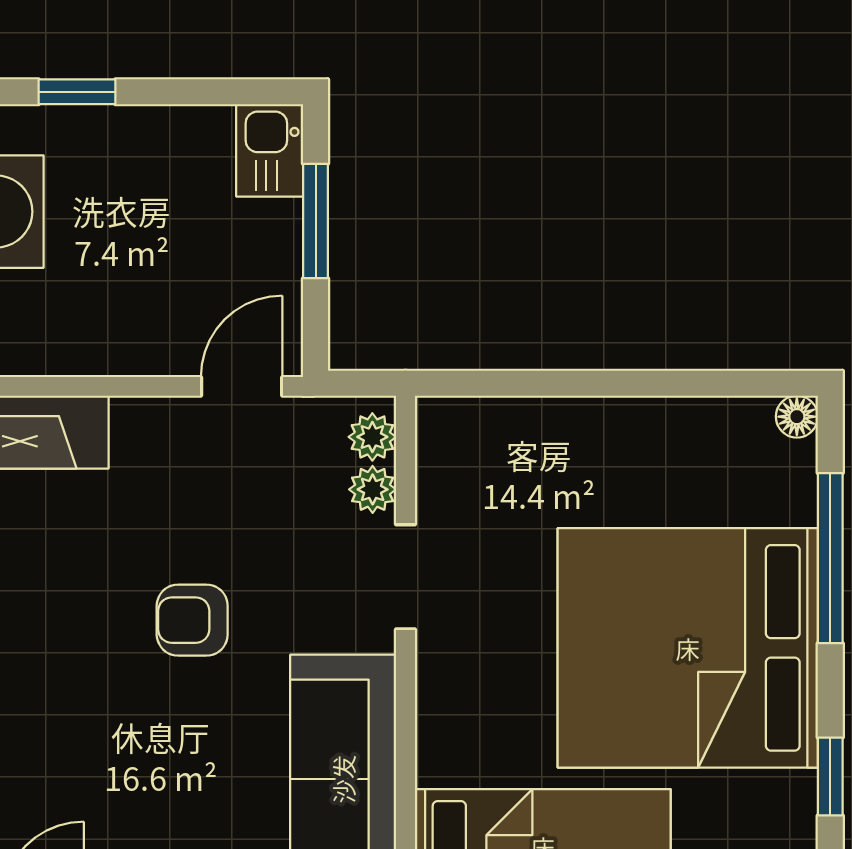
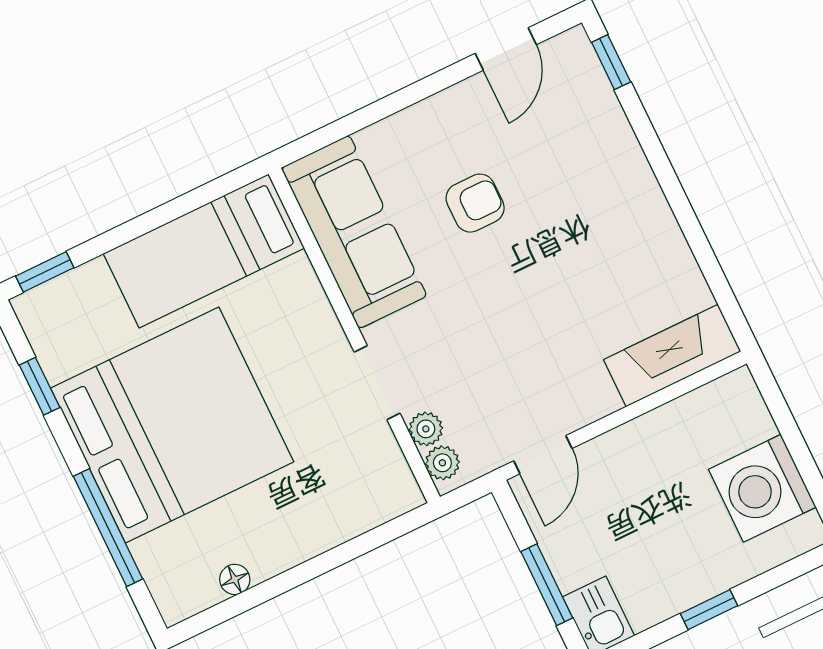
window: (77, 92) -> (709, 610), moved
floor lamp: (797, 417) -> (235, 579), moved
armchair: (192, 620) -> (475, 203), moved

